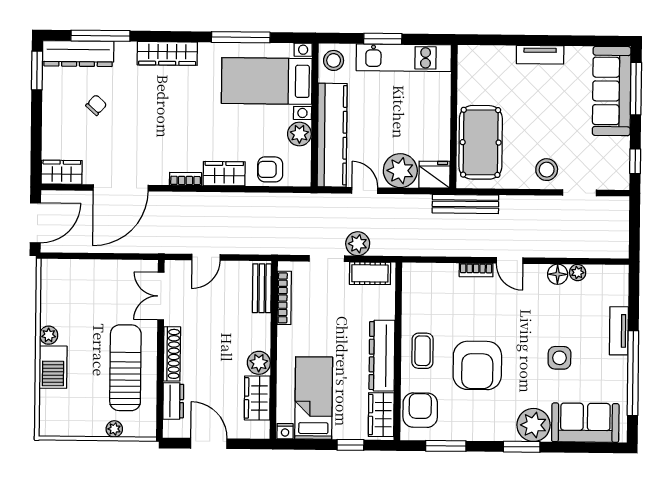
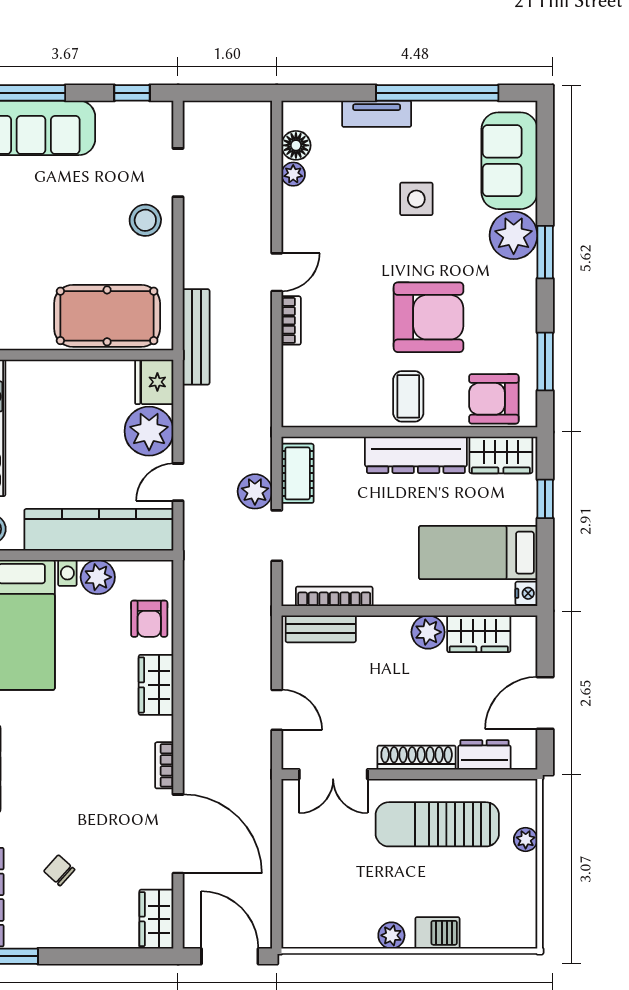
bookcase: (186, 179) -> (164, 765), moved
floor lamp: (558, 274) -> (296, 145), moved
coffee table: (423, 351) -> (408, 396), turned 90
barbecue: (53, 367) -> (437, 933), width x0.73, depth x0.79

